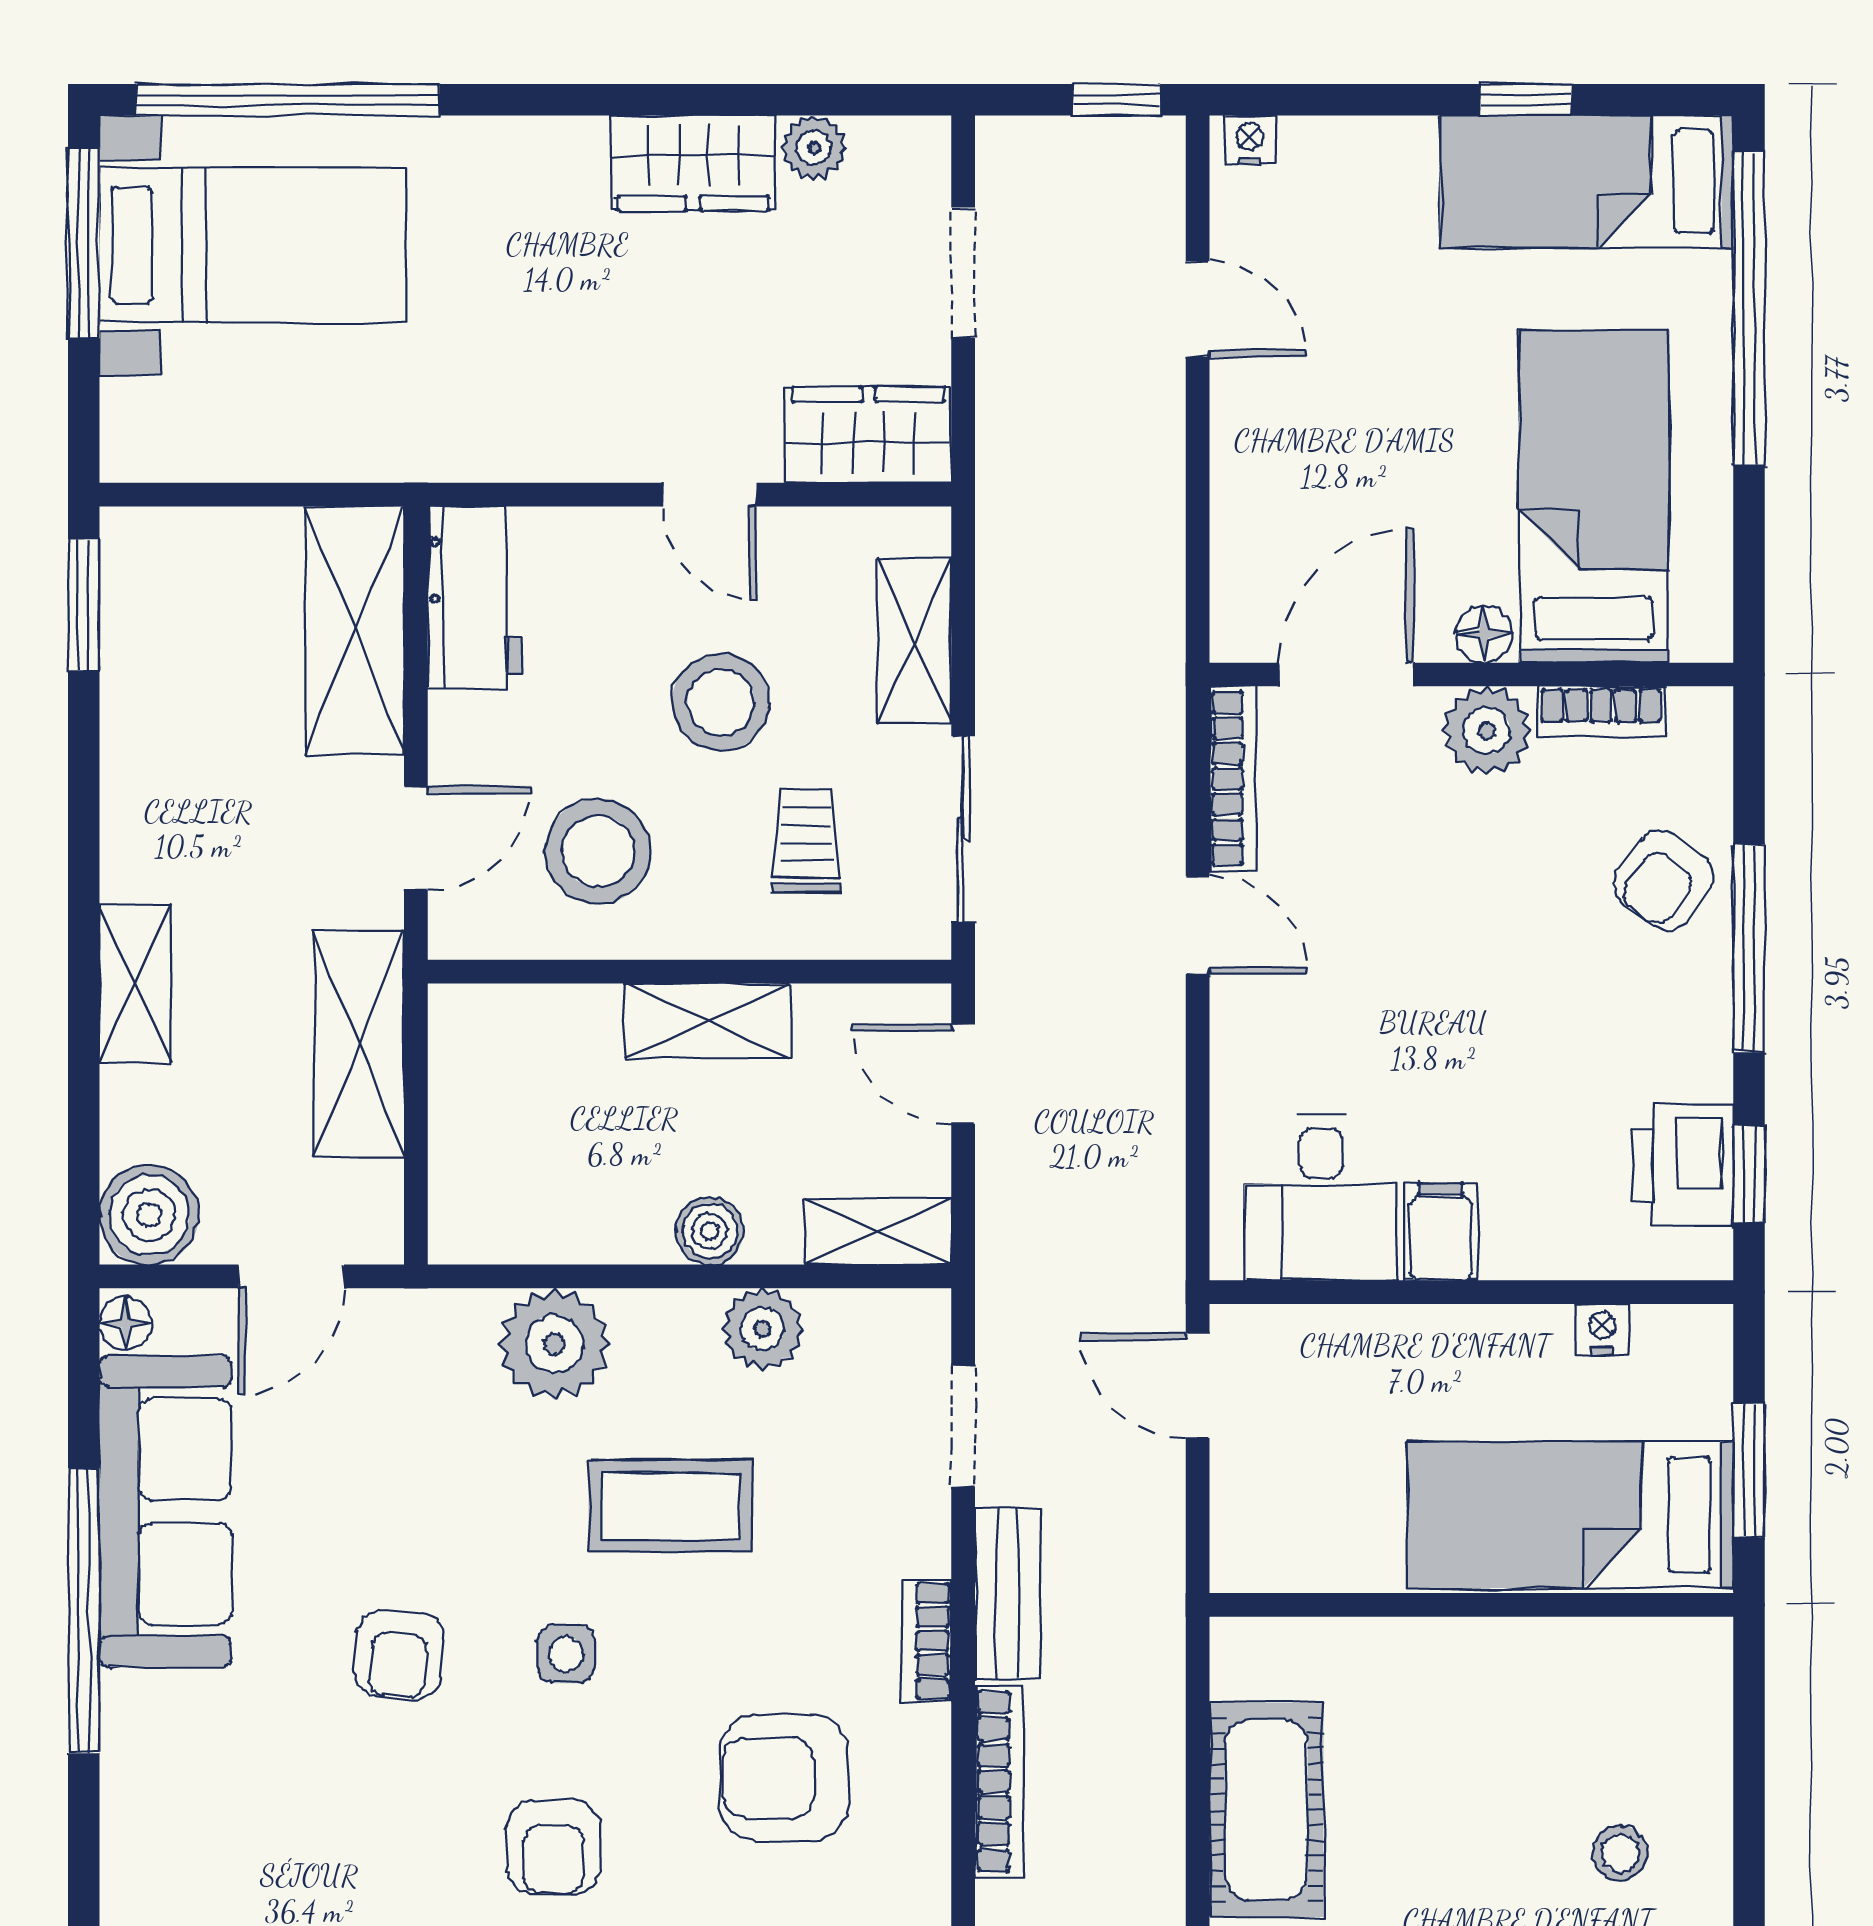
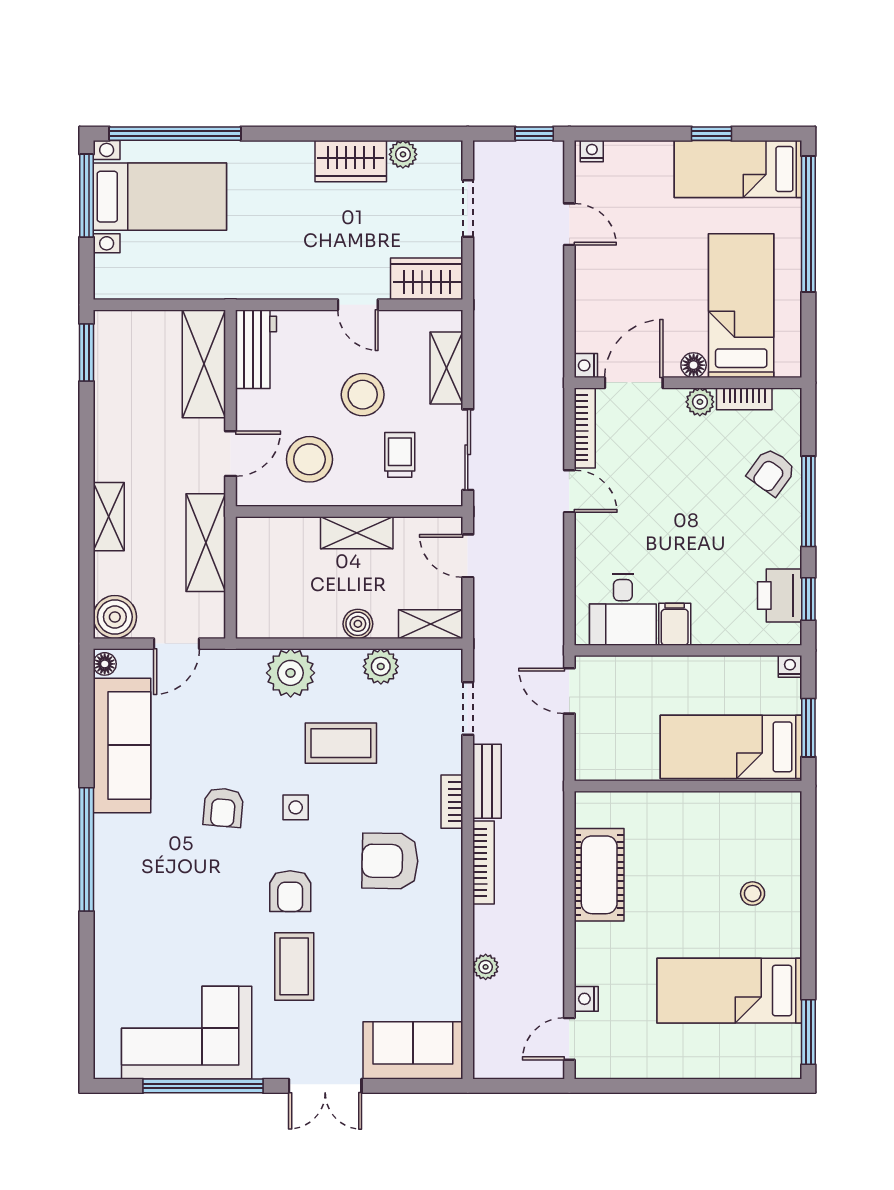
nightstand: (1236, 635) -> (586, 365), added
plant: (1487, 731) -> (700, 402), width x0.73, depth x0.73
nightstand: (1602, 1329) -> (790, 666), moved
window: (84, 1611) -> (87, 849), moved

